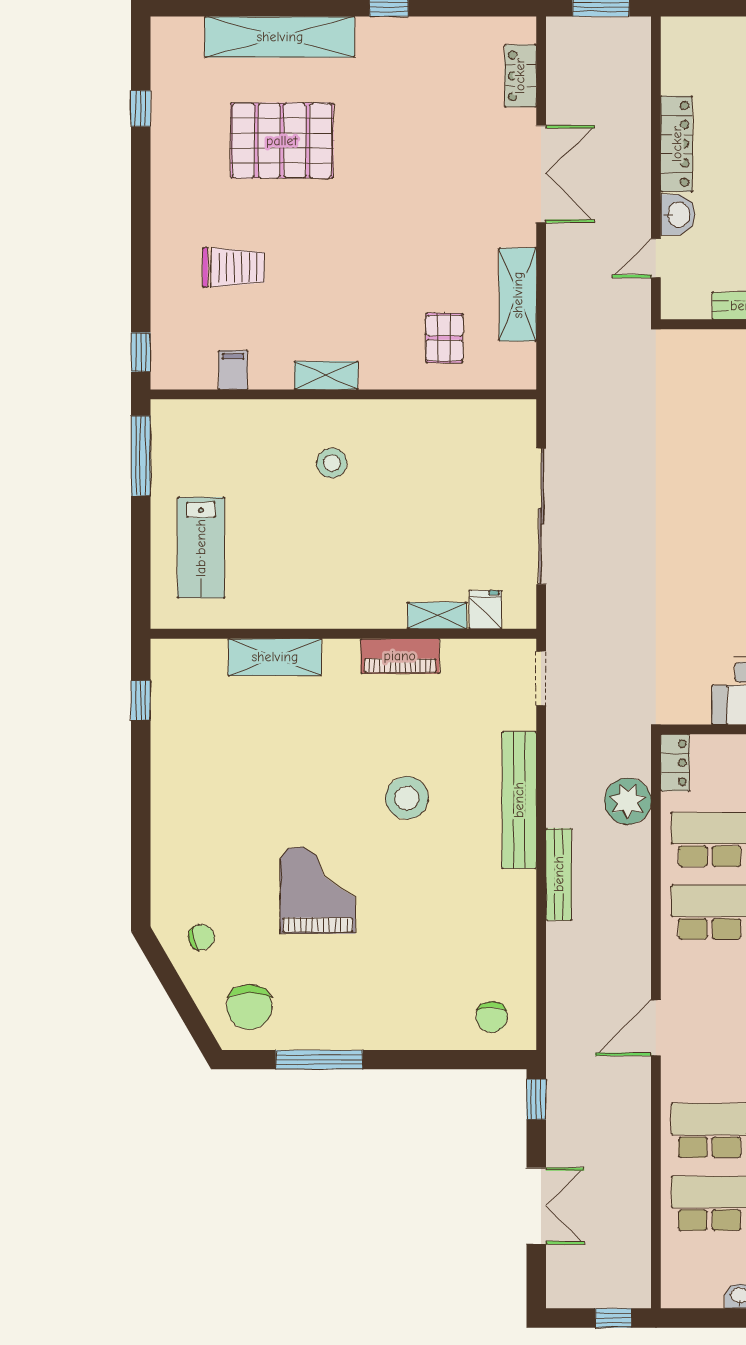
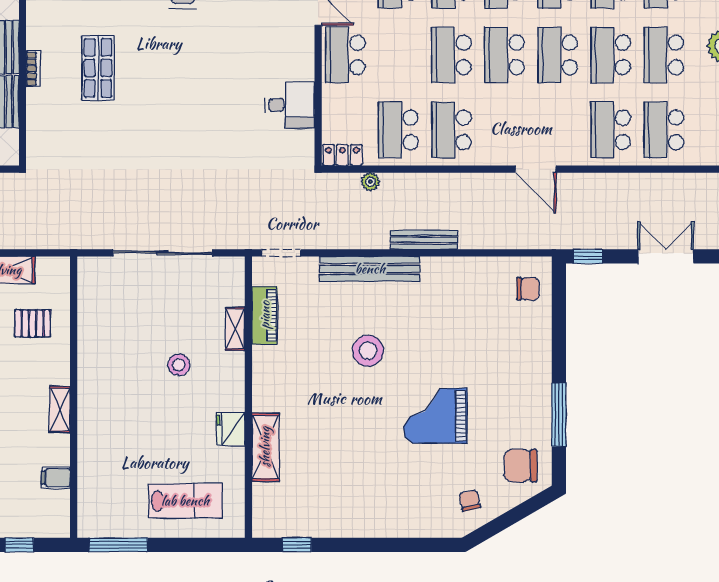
window: (141, 352) -> (19, 545), moved
stool: (332, 463) -> (179, 365), moved
fridge: (486, 610) -> (231, 429), moved, width x1.38
piano: (400, 656) -> (265, 315), moved
plant: (628, 801) -> (370, 182), width x0.53, depth x0.53
chair: (249, 1007) -> (521, 466), turned 180

